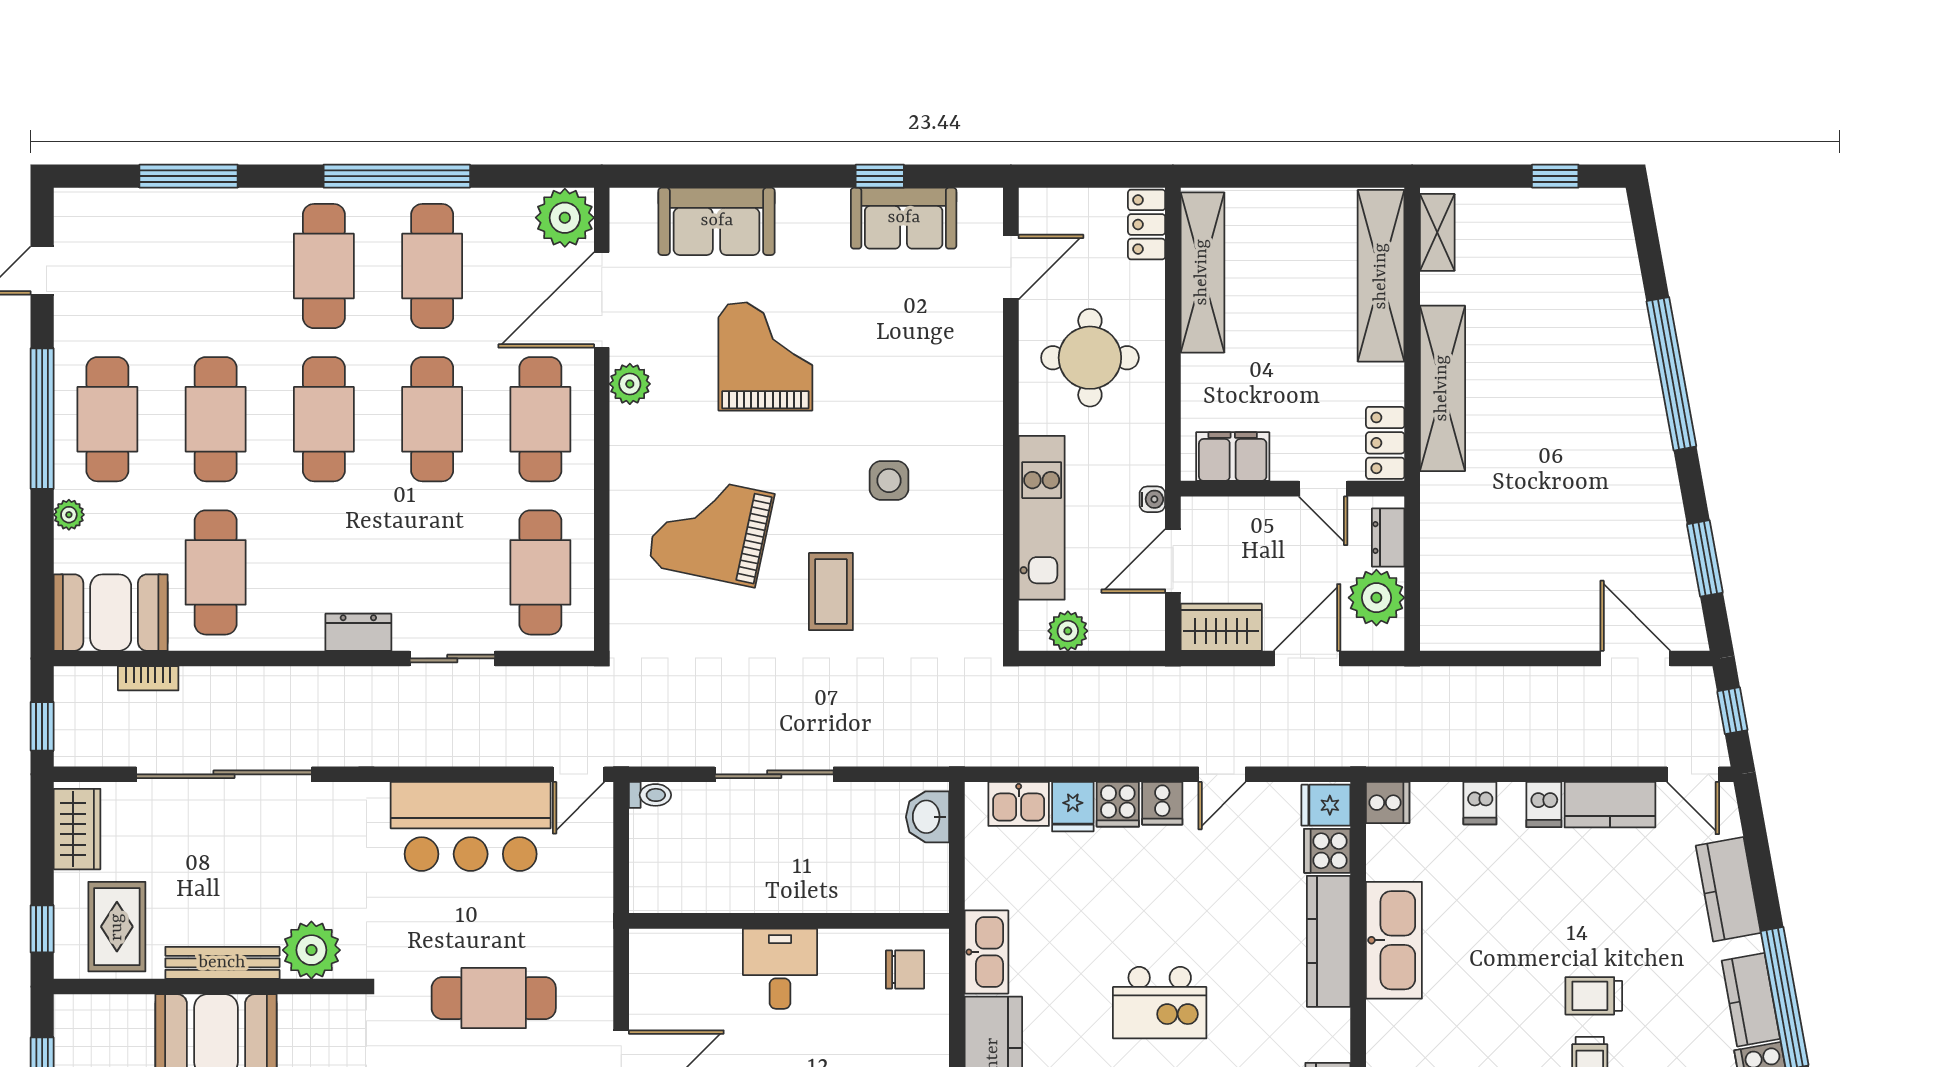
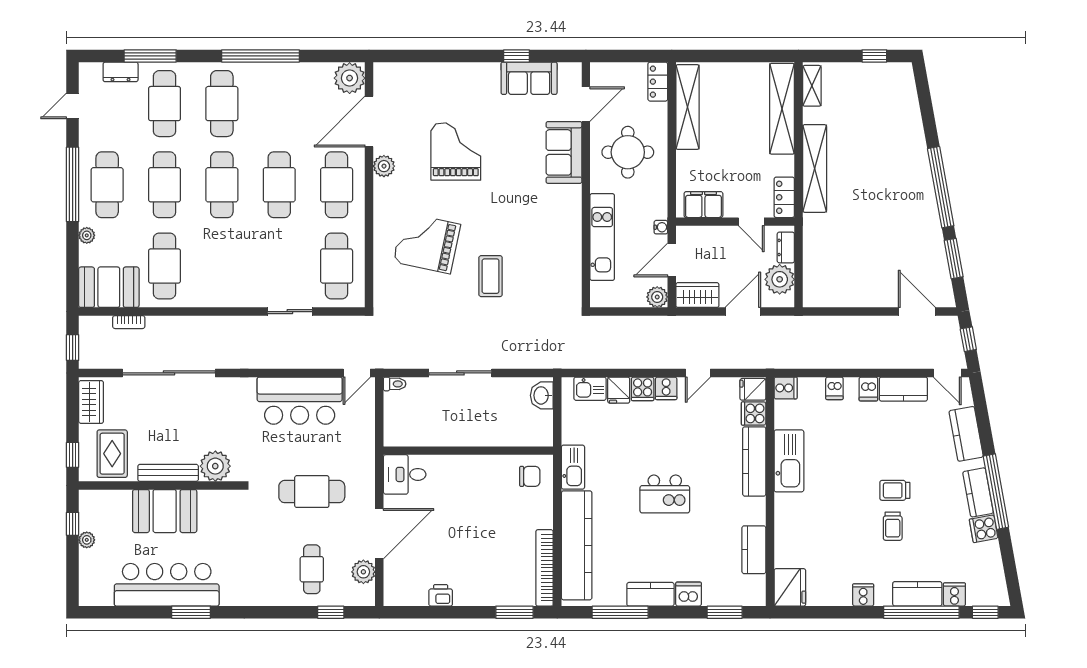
sofa: (717, 221) -> (564, 152), moved, turned 90
cafe table: (432, 266) -> (164, 104), moved
window: (1671, 374) -> (941, 187), moved
side table: (889, 481) -> (521, 217), removed
plant: (1068, 631) -> (657, 297), moved
dresser: (358, 632) -> (121, 72), moved, turned 180
desk: (780, 969) -> (405, 474), moved, turned -90

